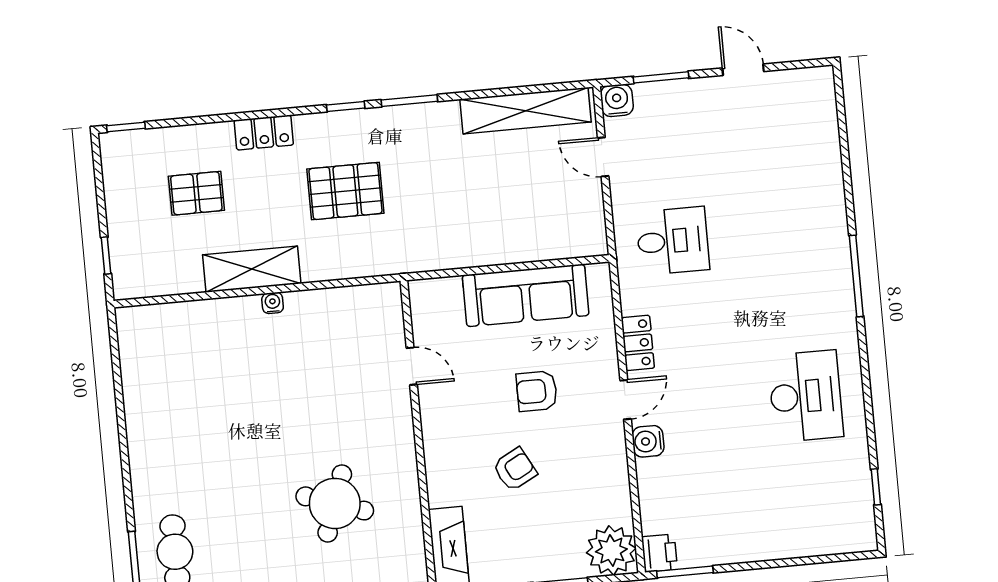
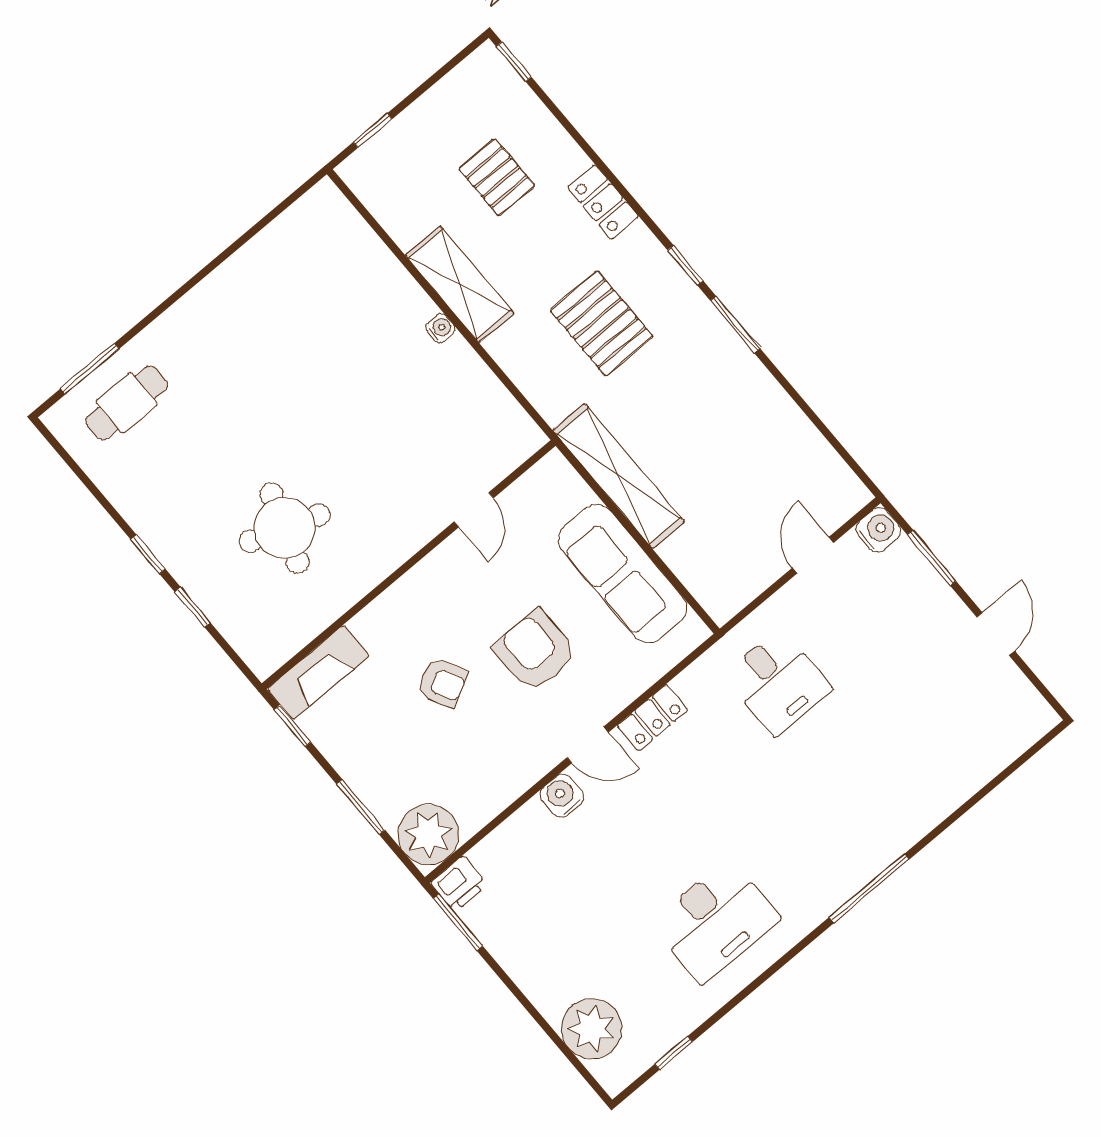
shelving: (525, 111) -> (619, 476), moved
armchair: (537, 391) -> (535, 651), width x1.38, depth x1.38
plant: (821, 531) -> (592, 1029), added

